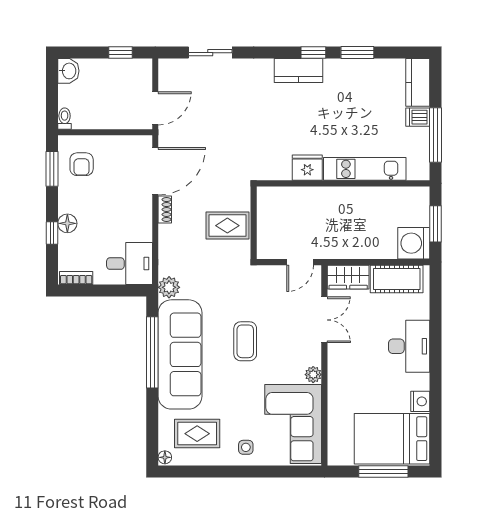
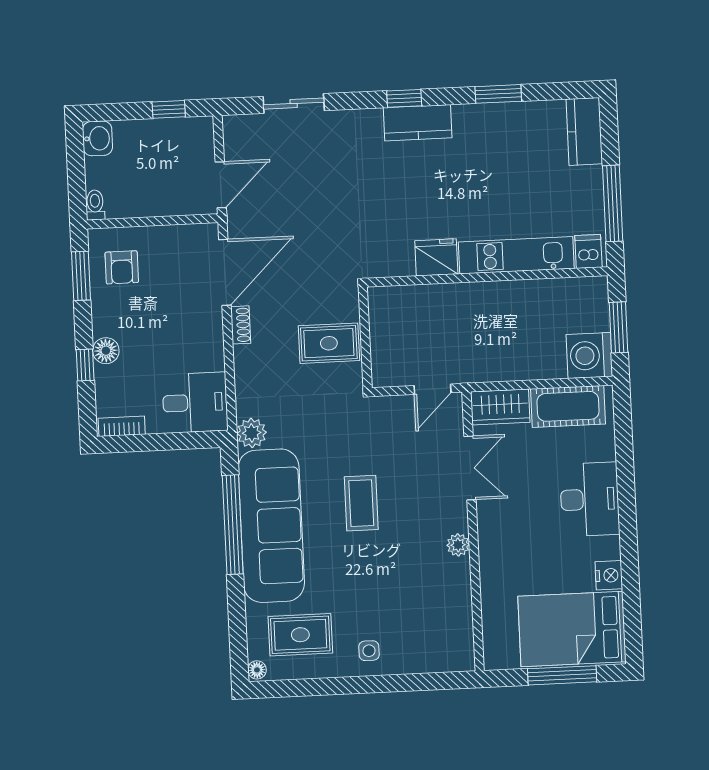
window: (313, 53) -> (404, 98), moved
dishwasher: (418, 117) -> (588, 251), moved, turned 90
corner sofa: (293, 424) -> (433, 615), removed

